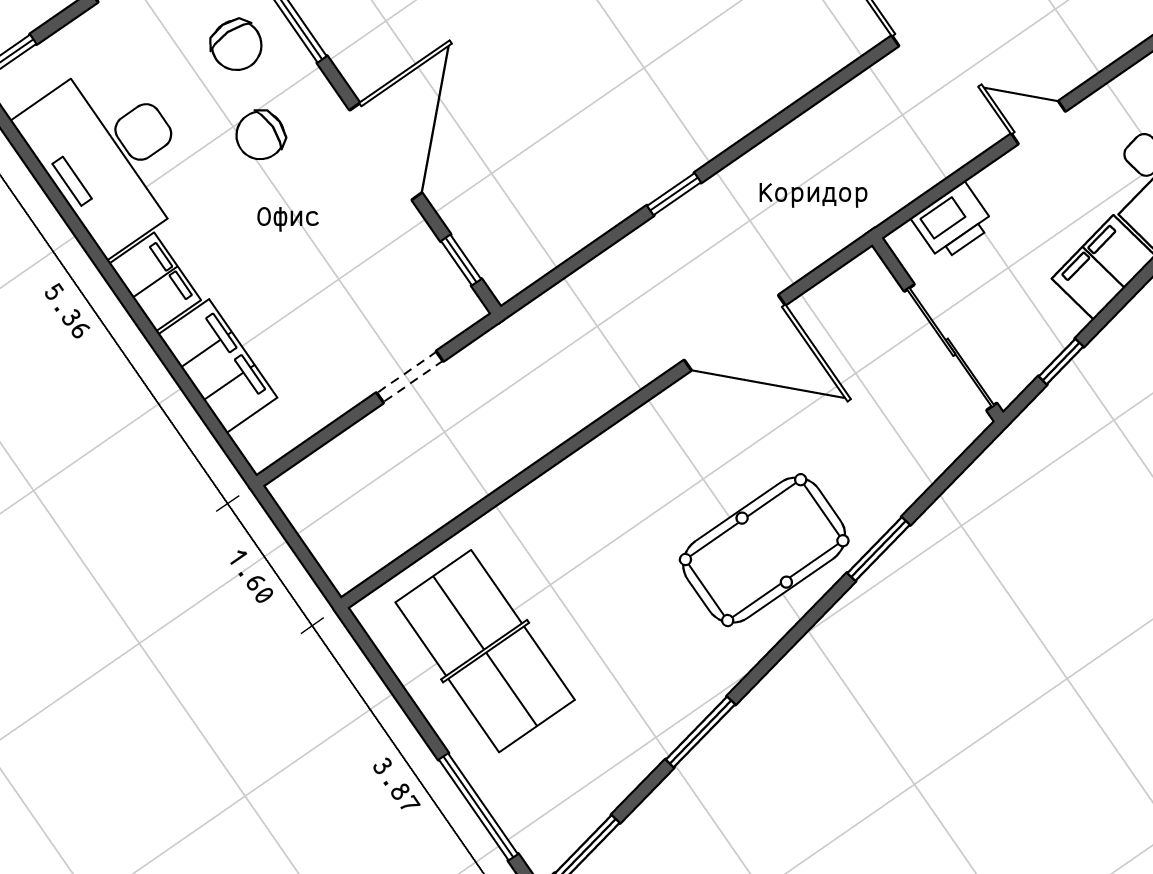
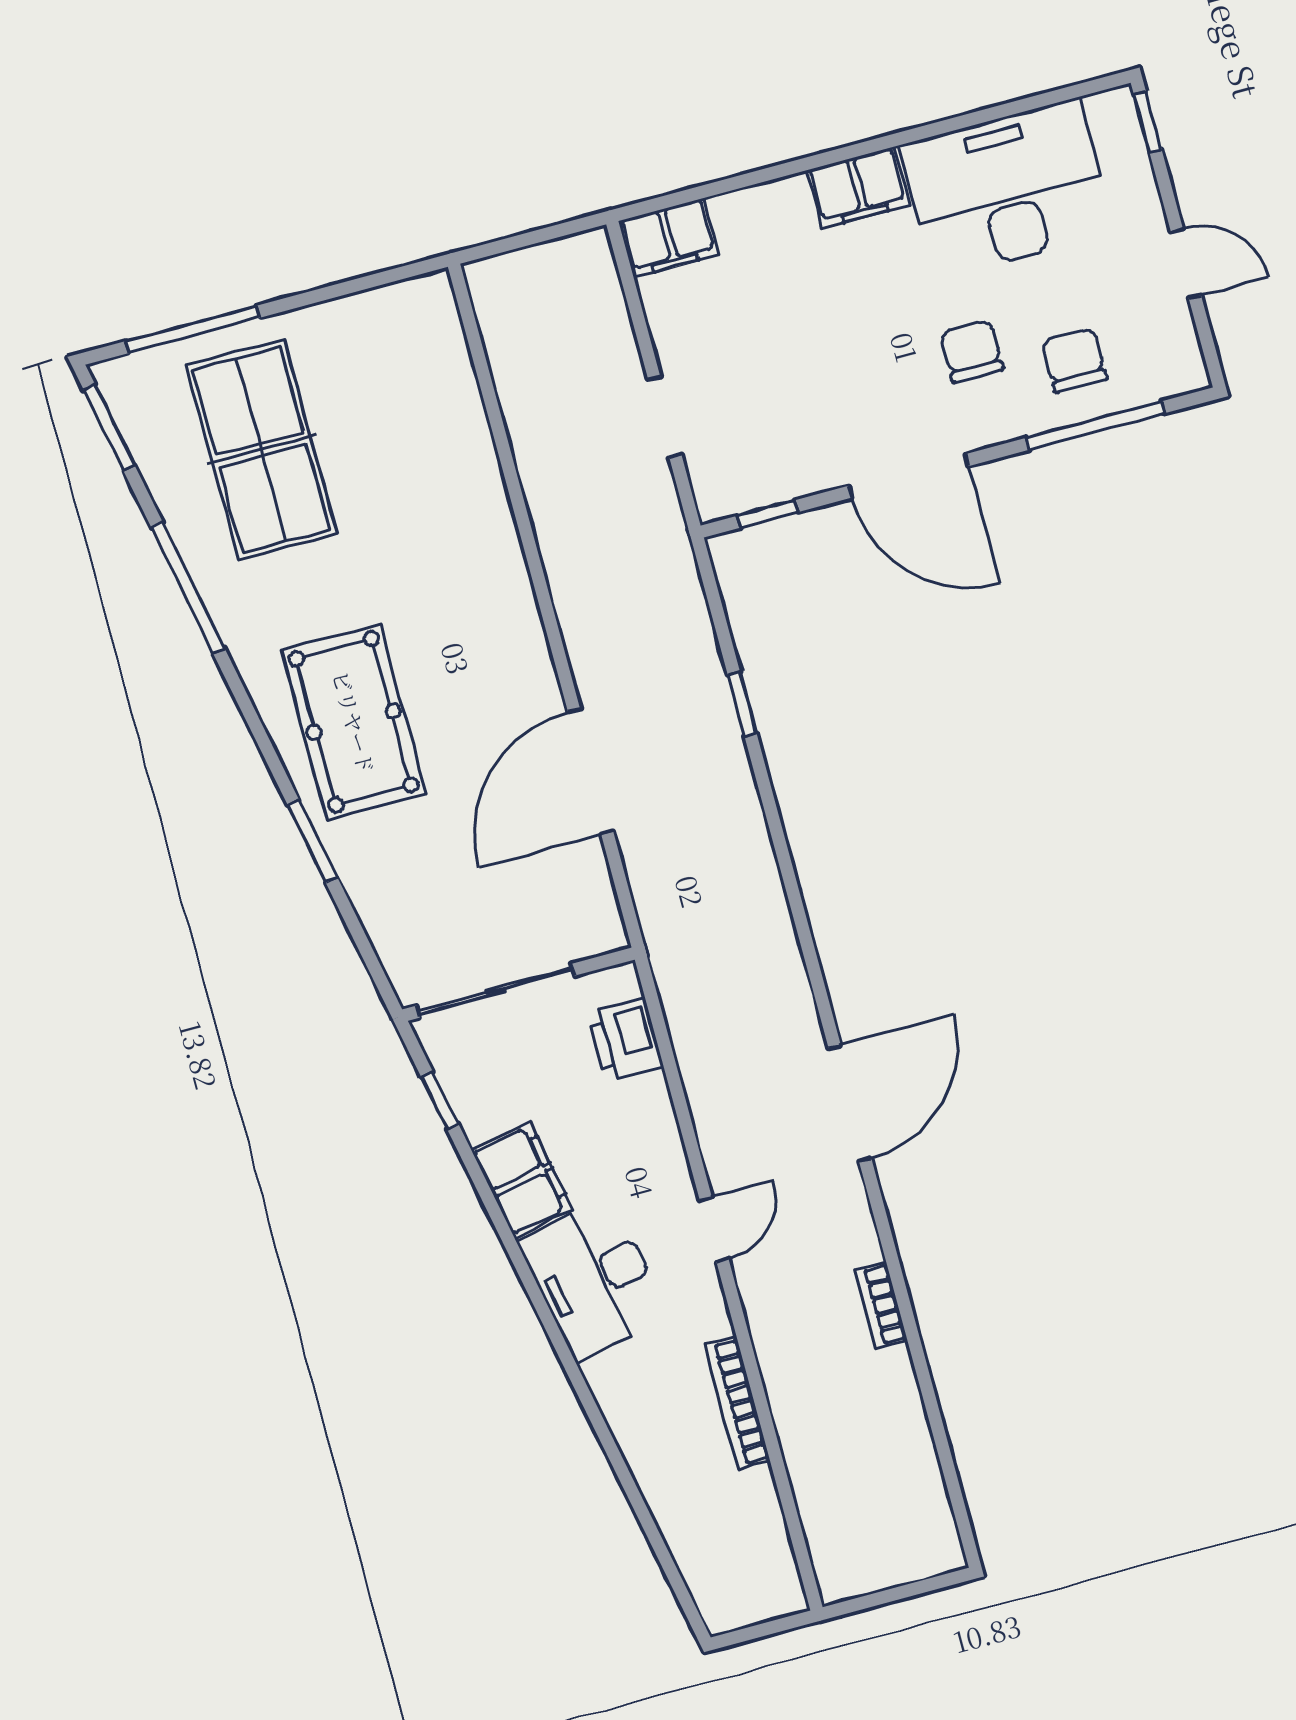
chair: (237, 45) -> (1074, 360), turned 90
door: (1038, 123) -> (714, 1229), moved
window: (674, 194) -> (742, 704), moved
filing cabinet: (218, 366) -> (669, 238), moved, width x0.67, depth x0.86
table tennis table: (485, 651) -> (261, 450), moved, turned 90
window: (700, 732) -> (188, 588), width x1.44

